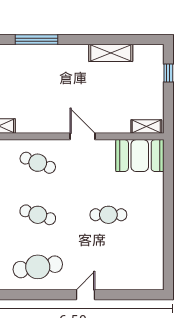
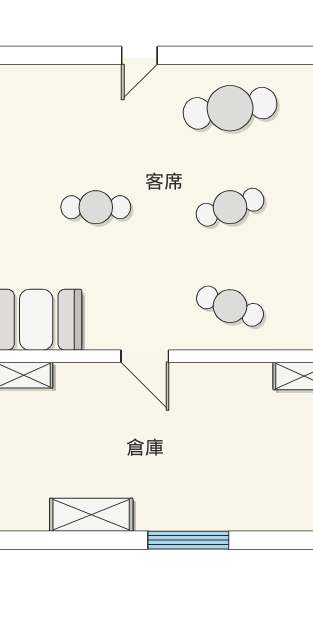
window: (37, 40) -> (188, 540), moved
cafe table: (38, 215) -> (230, 207), turned -36

